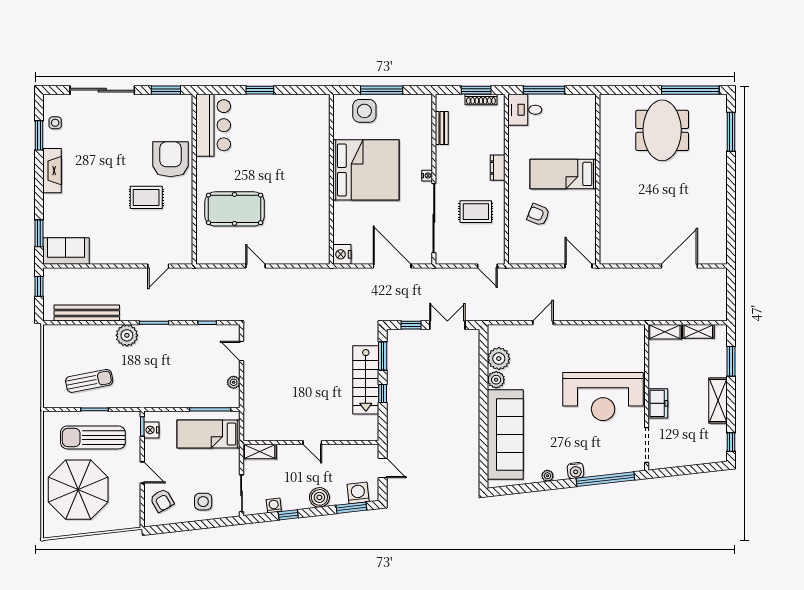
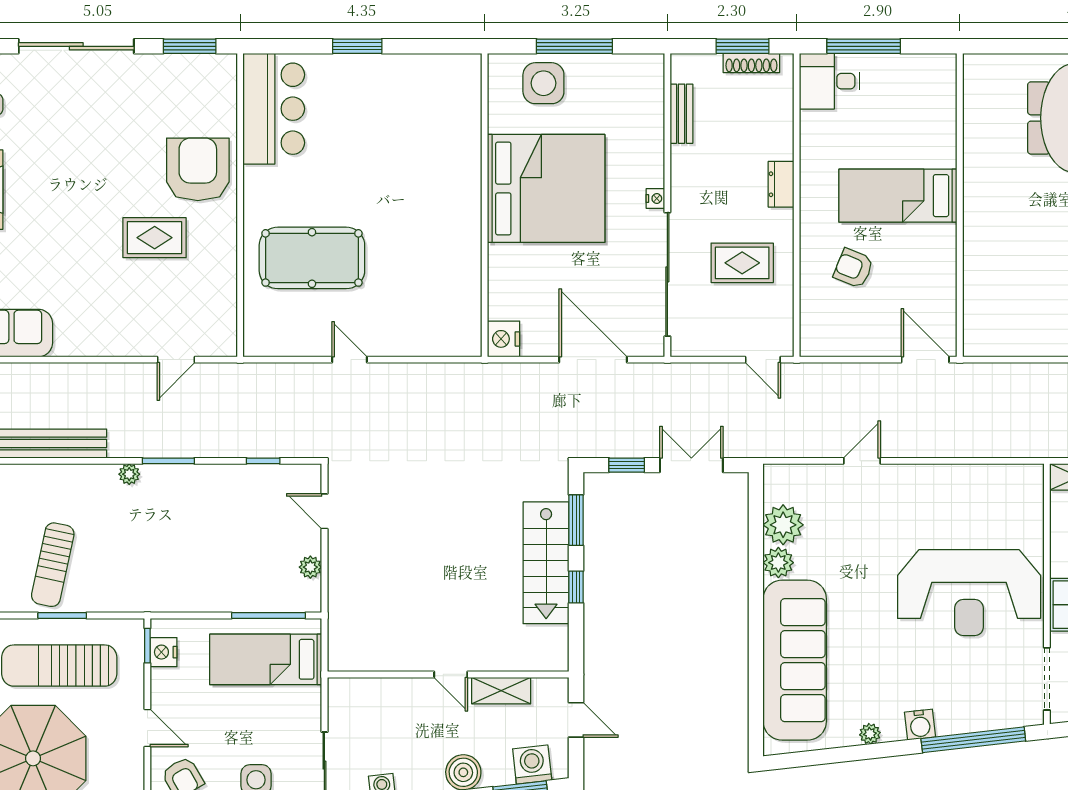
plant: (127, 335) -> (129, 474), width x0.53, depth x0.53
sun lounger: (89, 381) -> (53, 565), turned 113
shelving: (260, 452) -> (501, 691), moved

